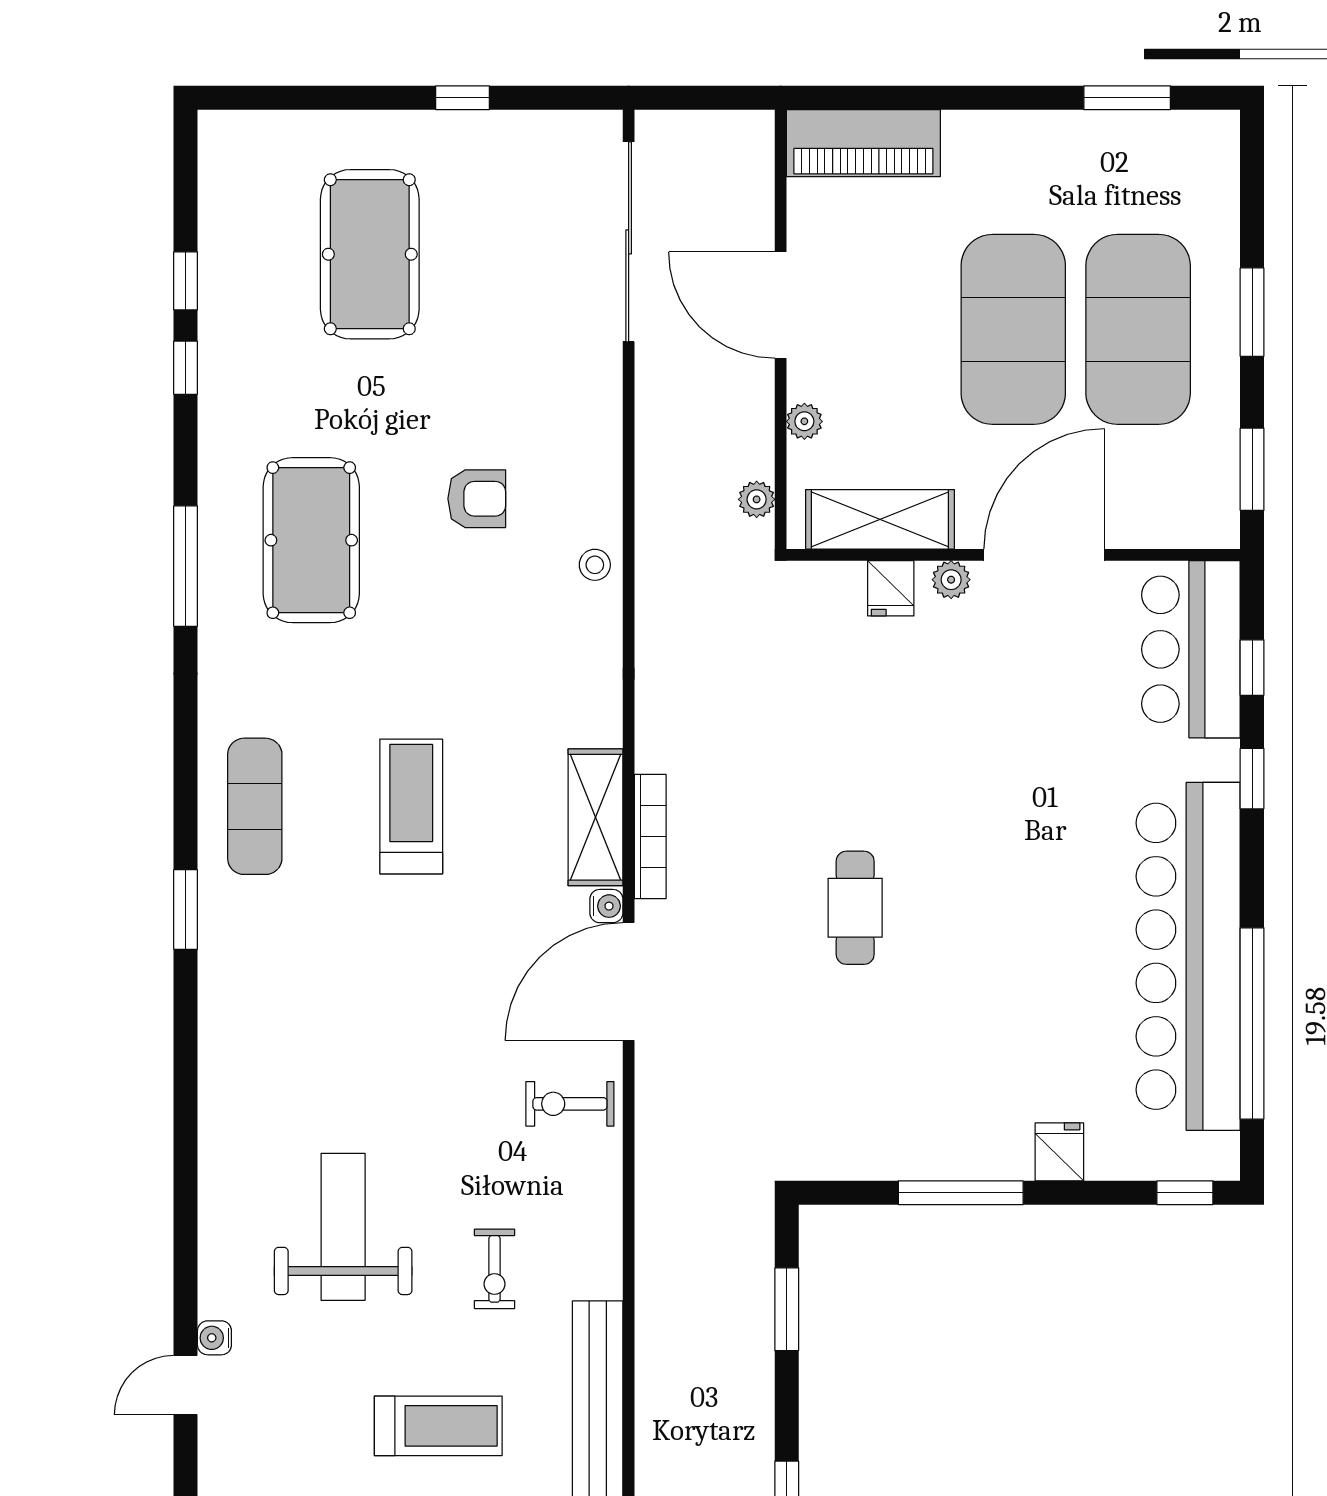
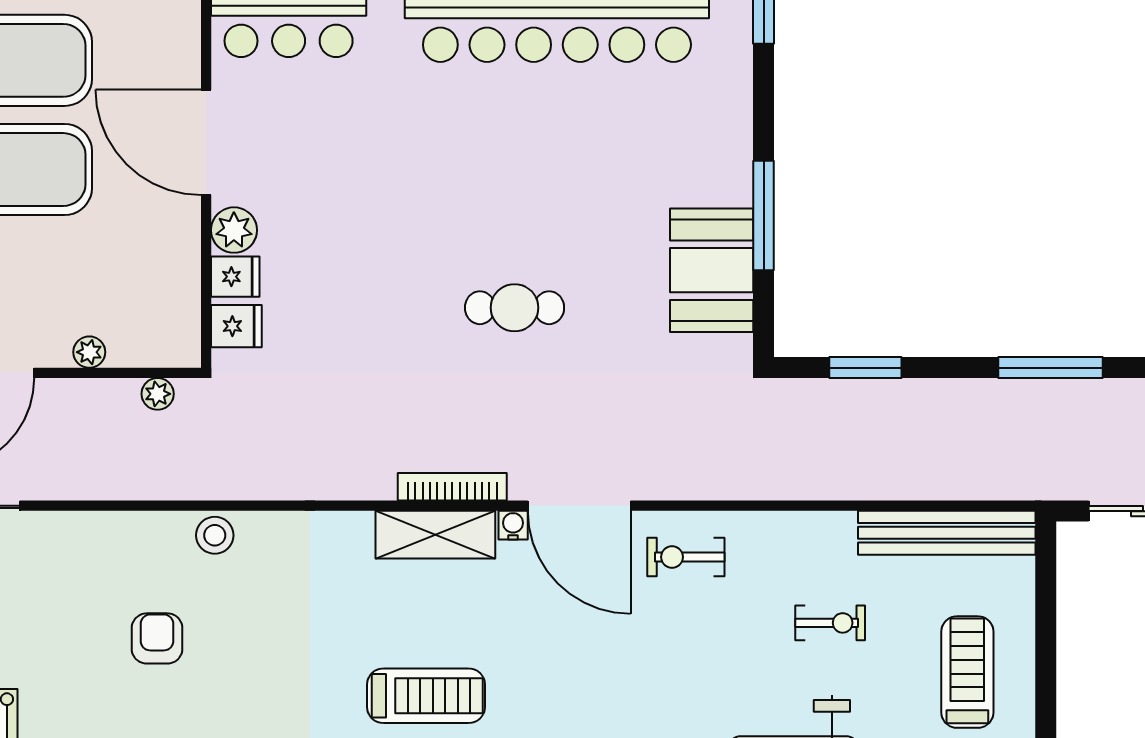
shelving: (880, 519) -> (175, 286), removed
stool: (595, 565) -> (215, 535), width x1.37, depth x1.37
plant: (951, 580) -> (234, 230), width x1.38, depth x1.38
treadmill: (411, 806) -> (426, 696), turned 180
exercise bike: (570, 1104) -> (686, 557), turned 90
booth: (898, 1133) -> (712, 270), added
fridge: (1059, 1152) -> (236, 326), moved, turned 180

